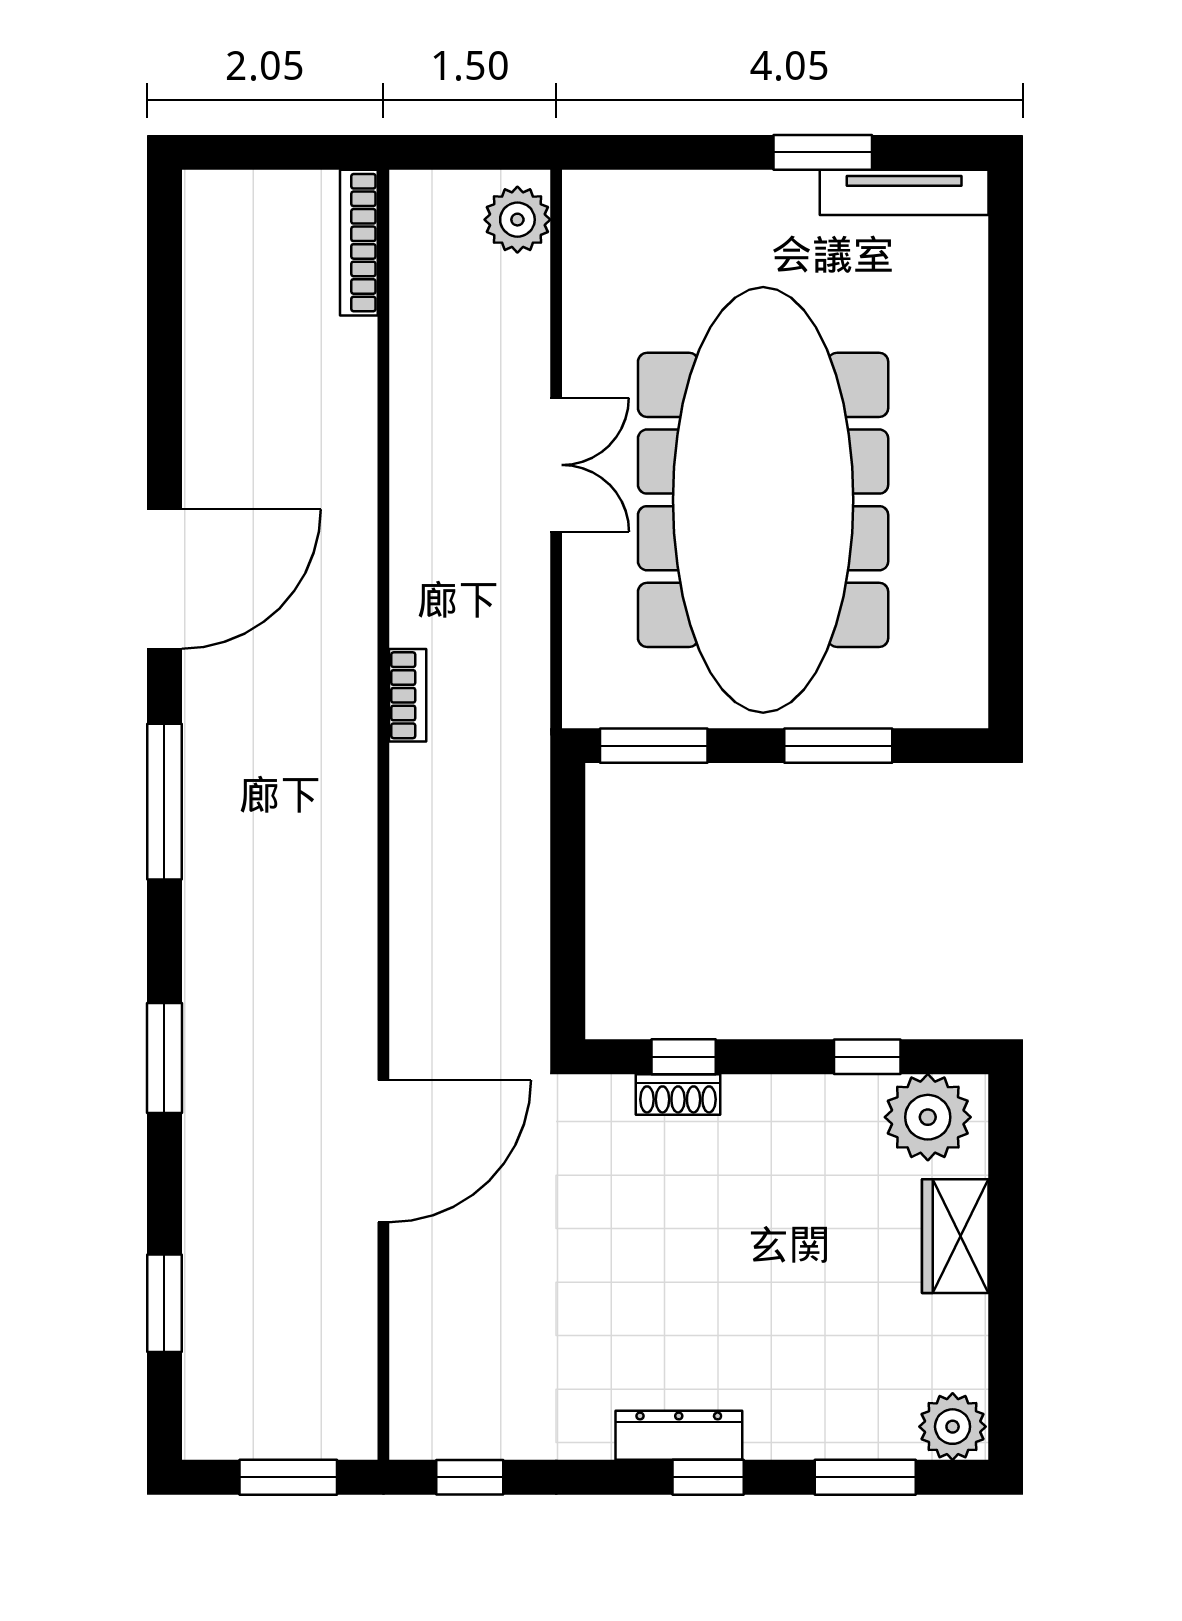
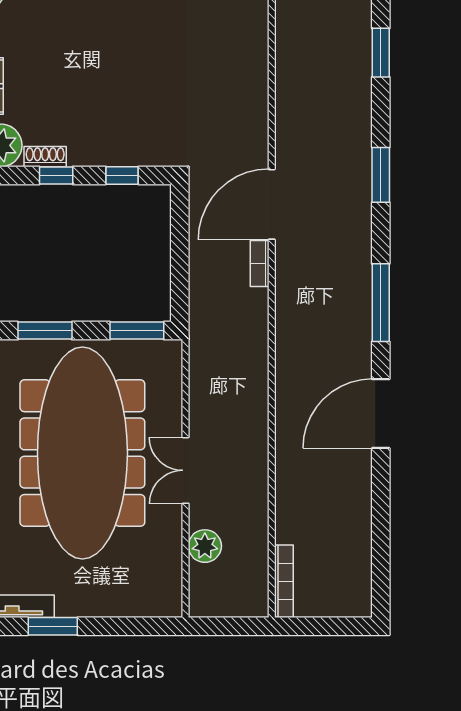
plant: (517, 220) -> (205, 546), moved
bookcase: (408, 695) -> (260, 264), moved
window: (867, 1057) -> (56, 175), moved
shoe rack: (678, 1094) -> (45, 157), moved
door: (383, 1151) -> (272, 204), moved

